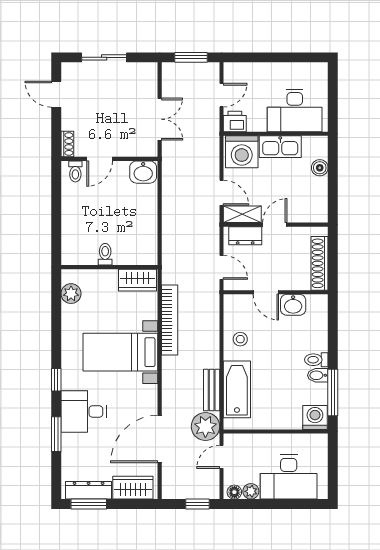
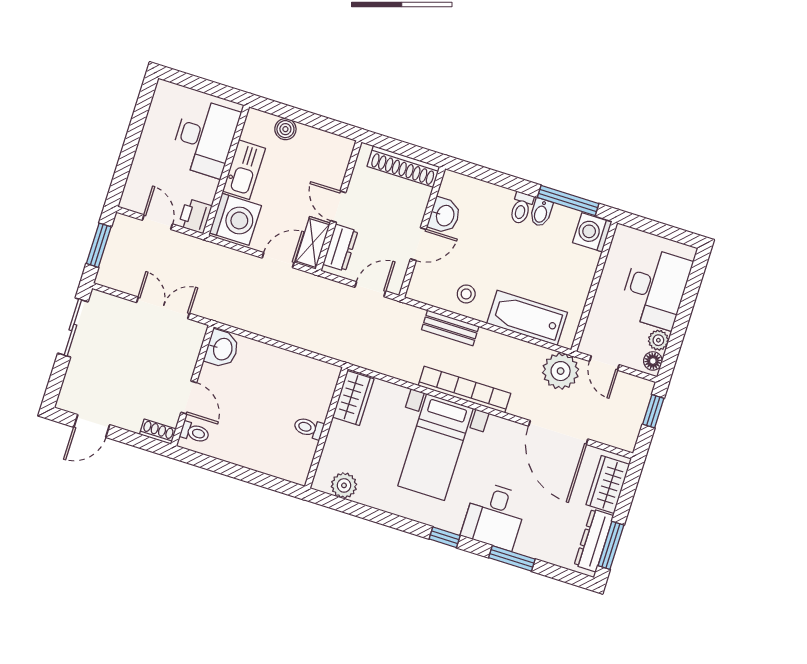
sliding door: (104, 57) -> (73, 327), moved
bookcase: (170, 320) -> (464, 390), moved
bench: (212, 390) -> (450, 328), moved

